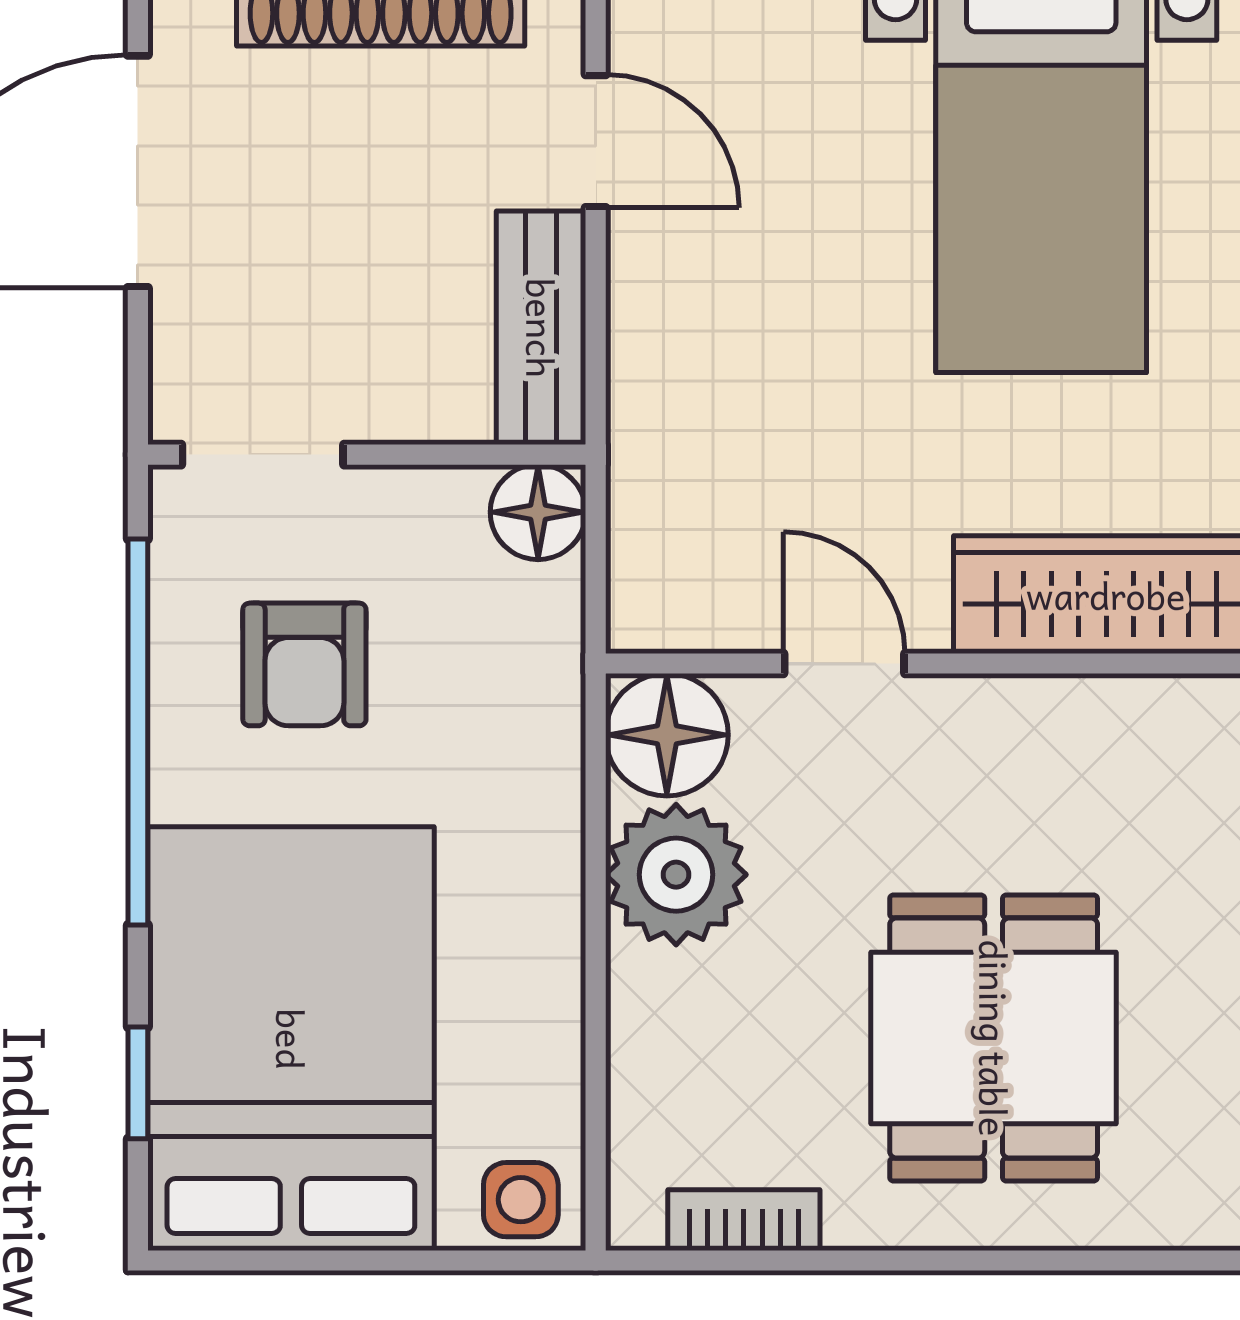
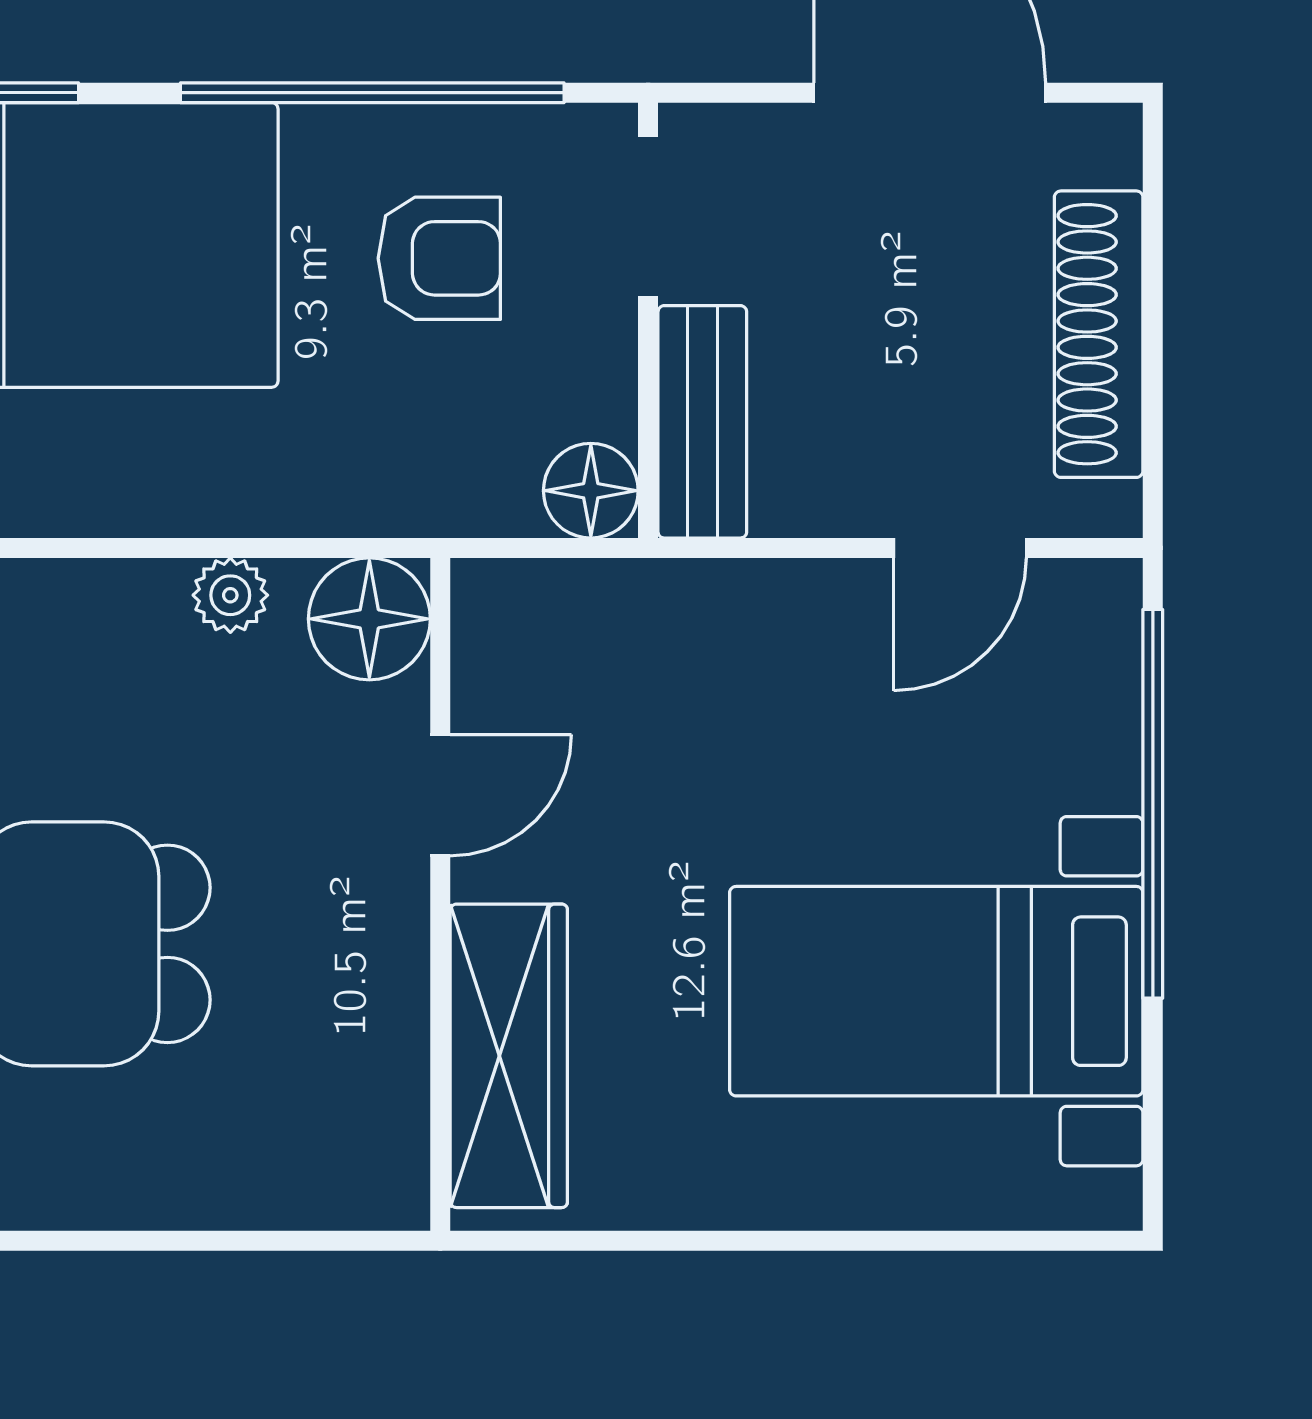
bench: (541, 328) -> (702, 422), moved, turned 90
armchair: (304, 664) -> (439, 258), turned 180
plant: (676, 875) -> (230, 595), width x0.53, depth x0.53

